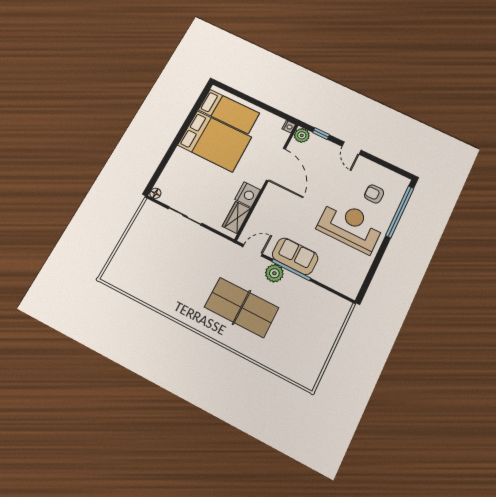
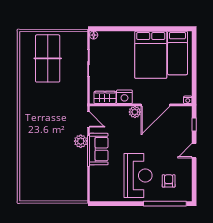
plant: (302, 135) -> (135, 112), moved
table tennis table: (242, 307) -> (48, 58), moved

